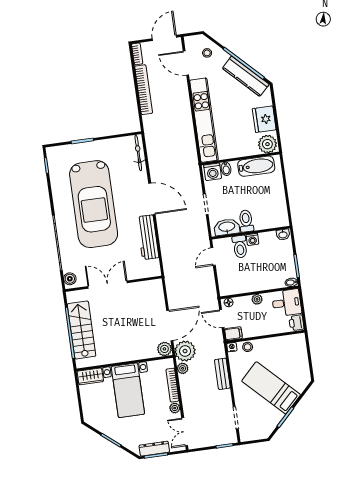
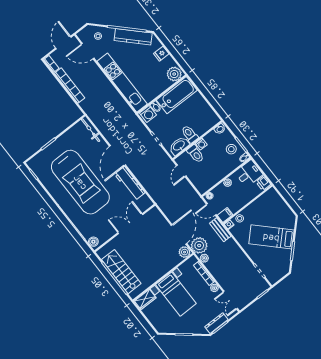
fridge: (264, 119) -> (161, 54), width x0.53, depth x0.75
bathtub: (256, 166) -> (177, 95), width x1.36, depth x1.36
door: (152, 199) -> (118, 156), swing flipped
stool: (283, 264) -> (231, 149), added
double door: (108, 285) -> (130, 224), moved
bench: (222, 374) -> (220, 230), moved

